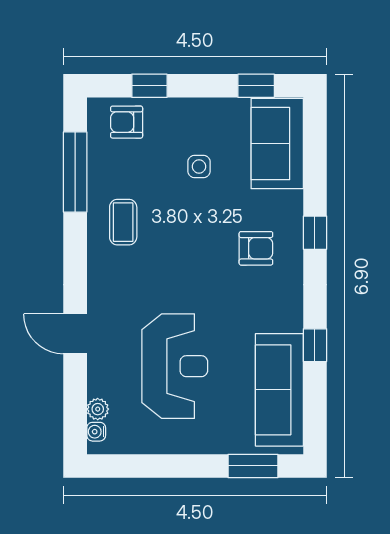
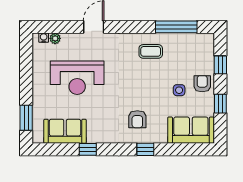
window: (256, 86) -> (220, 104), moved
armchair: (127, 122) -> (202, 84), moved
sofa: (279, 390) -> (65, 131), width x0.73

